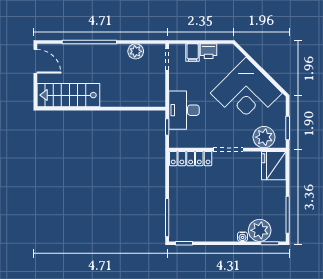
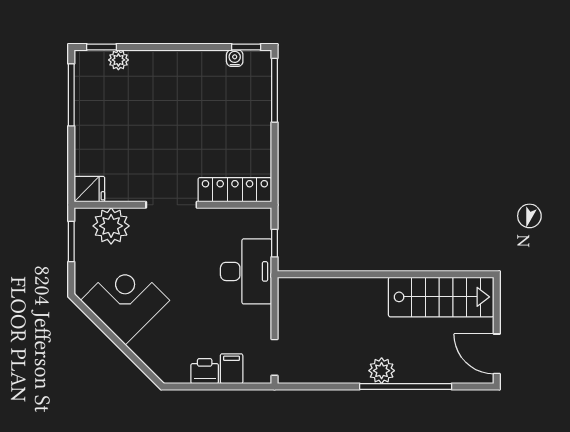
plant: (136, 51) -> (382, 371), moved
corner desk: (246, 93) -> (125, 300), width x0.74, depth x0.74
fridge: (274, 166) -> (89, 189), width x0.53, depth x0.75
plant: (260, 230) -> (118, 60), width x0.53, depth x0.53
water cooler: (242, 237) -> (235, 58), moved

